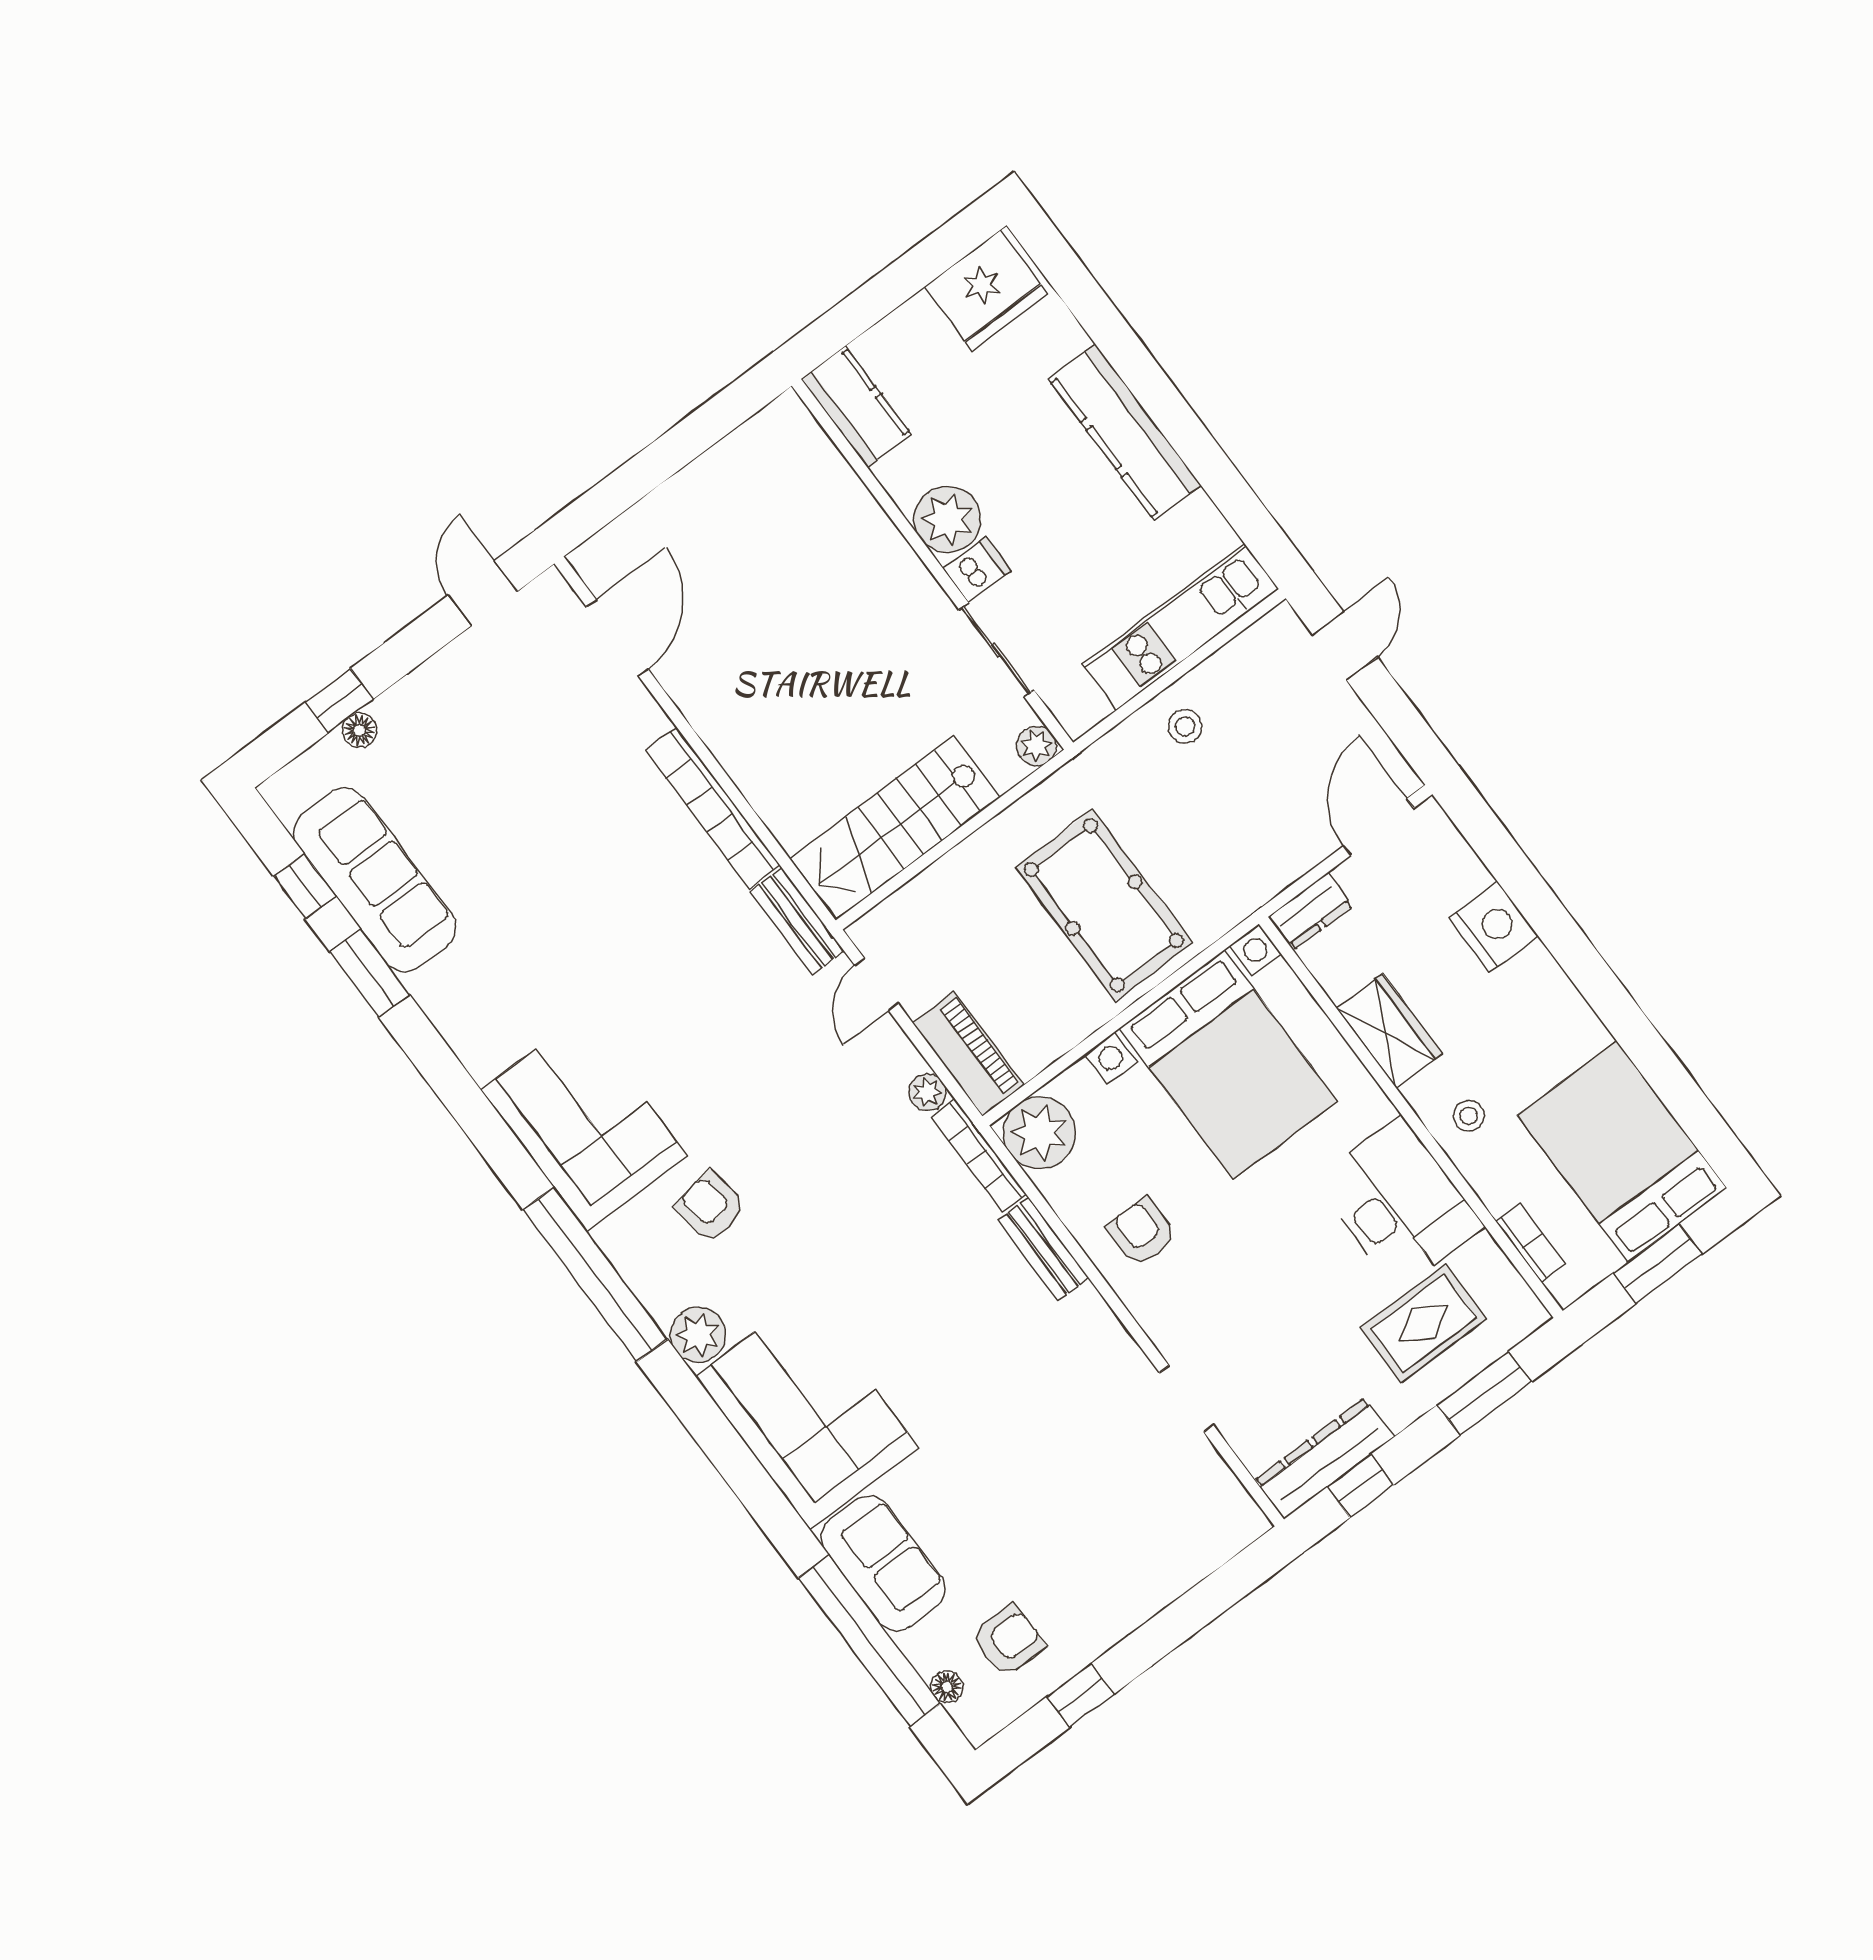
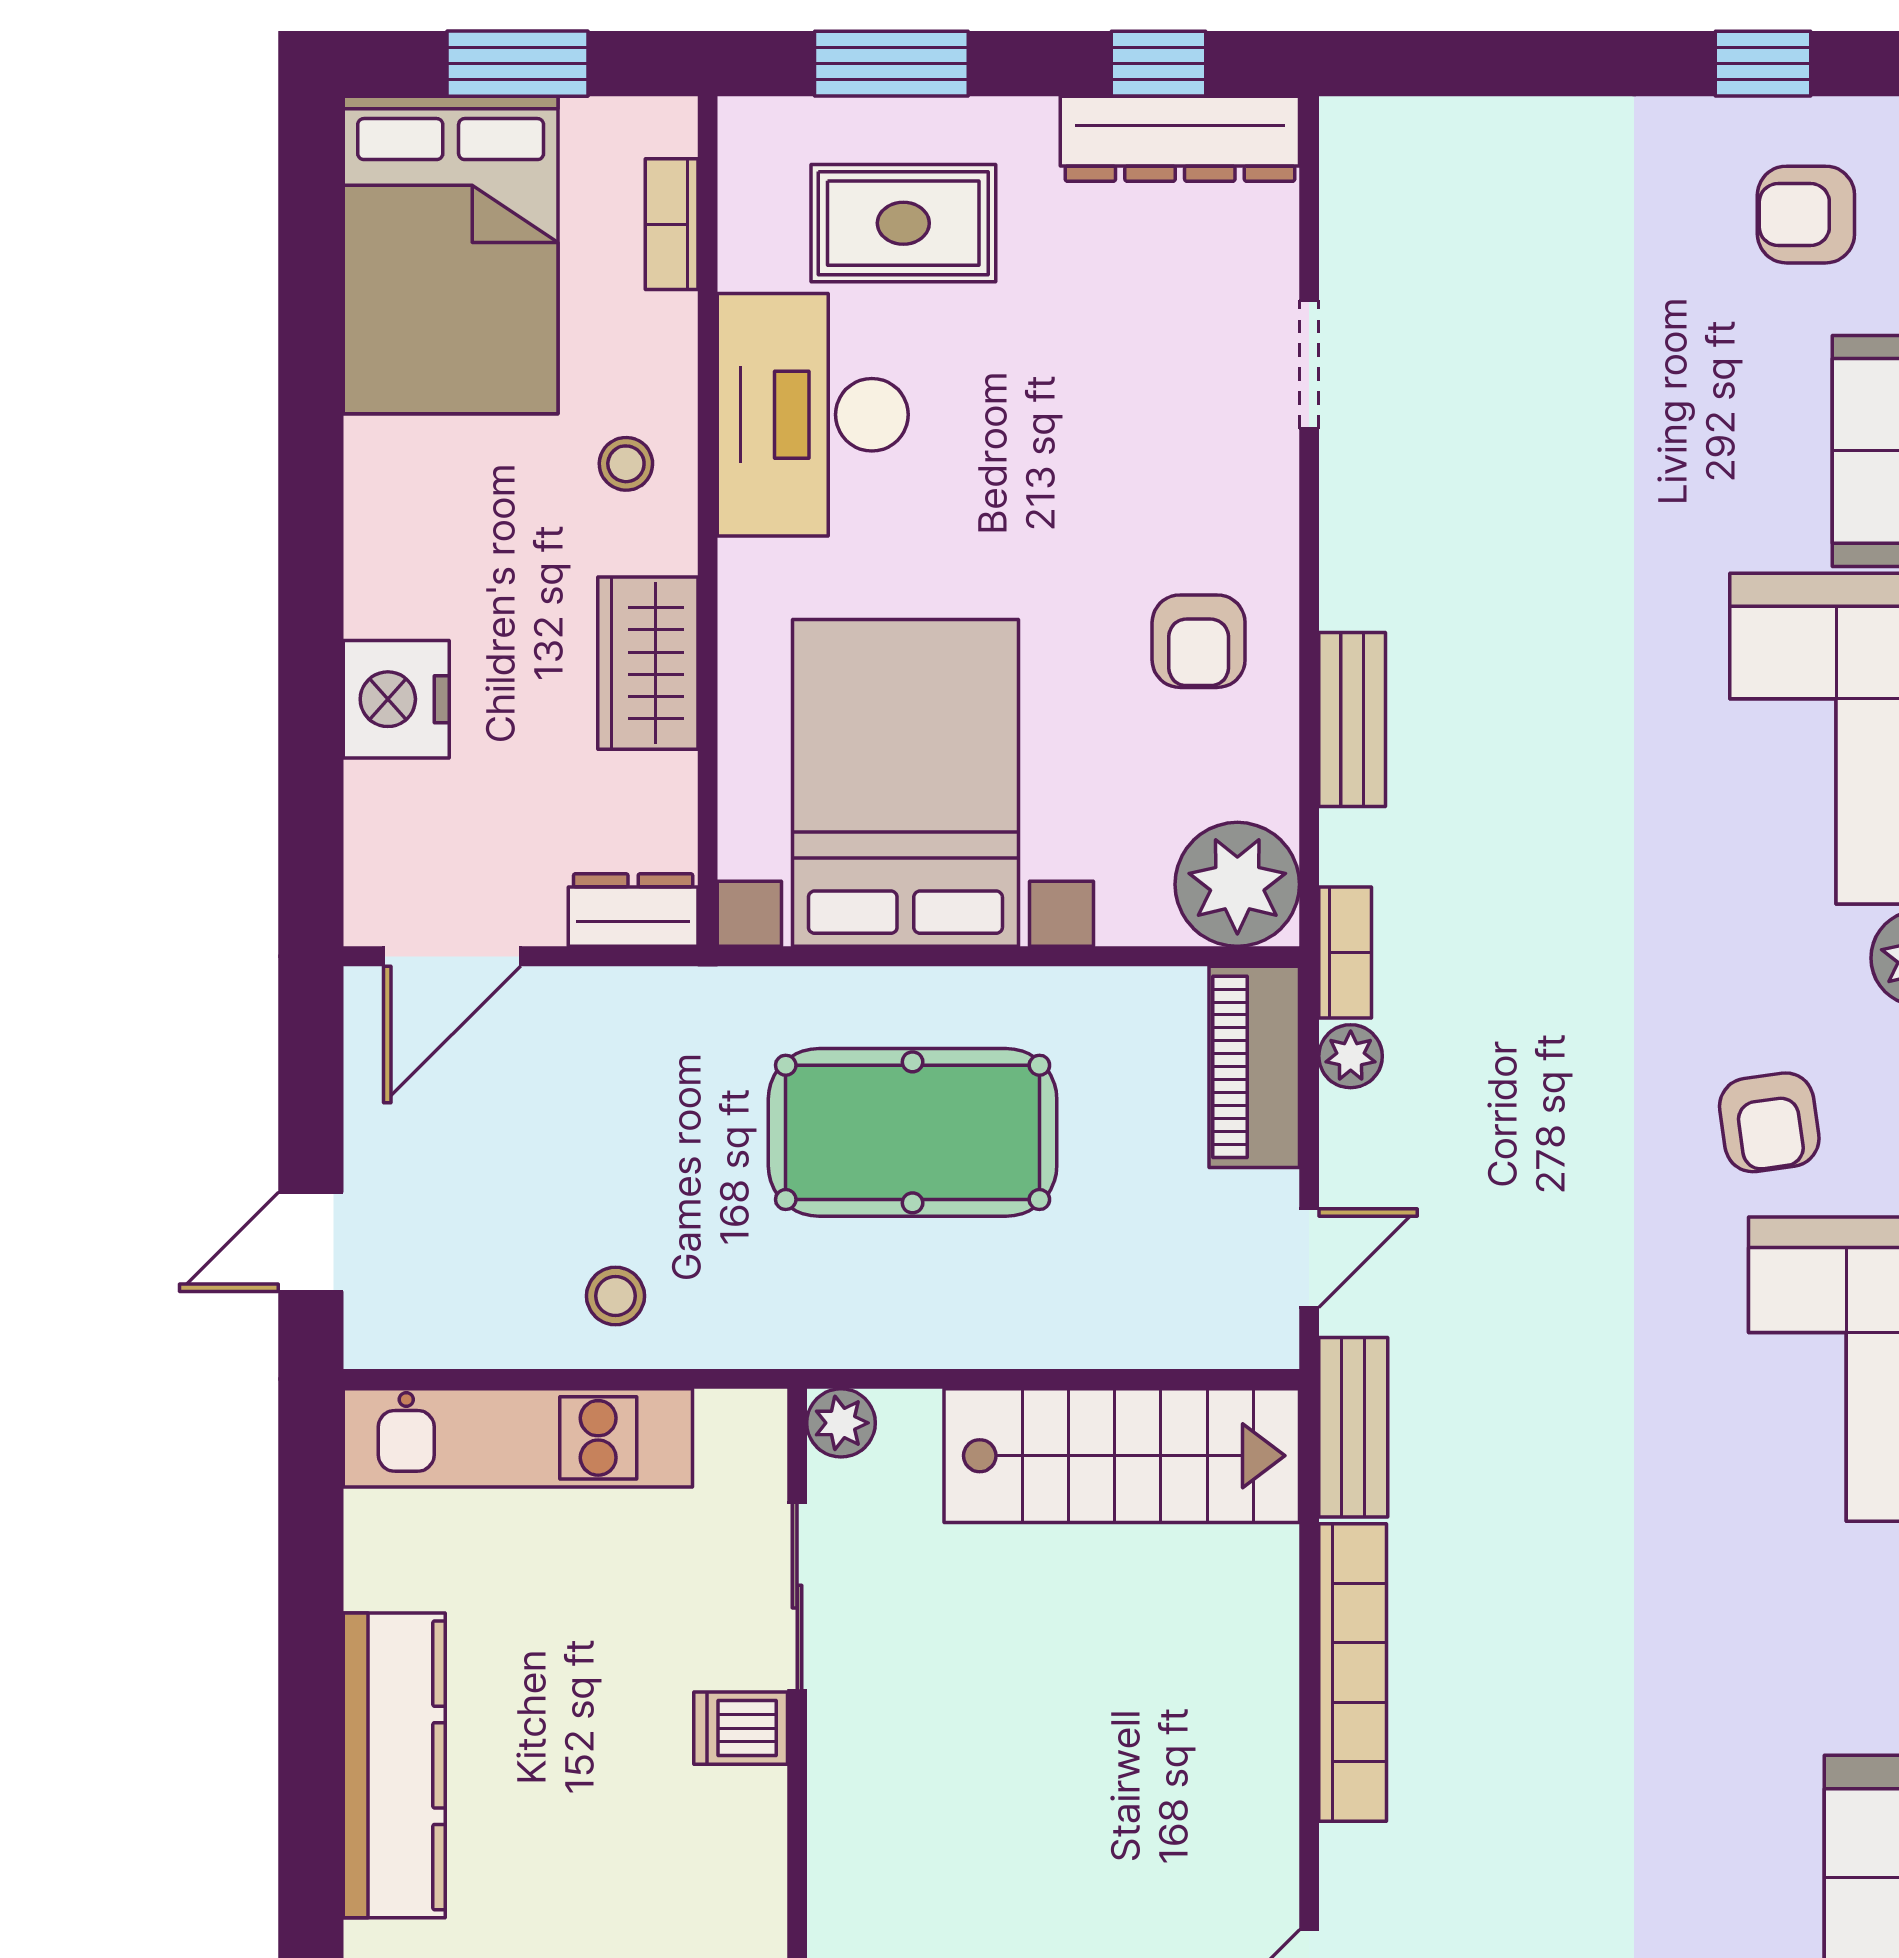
plant: (947, 519) -> (730, 1828), removed
pool table: (1104, 905) -> (913, 1132), turned 90
bookcase: (979, 1156) -> (1345, 952), width x0.64

